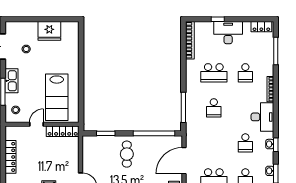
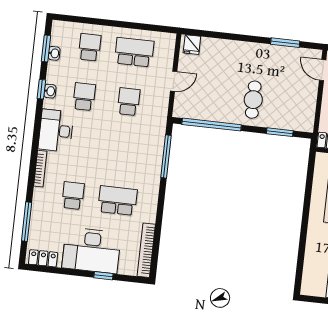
desk: (228, 33) -> (91, 250), width x1.36, depth x1.30
school desk: (214, 108) -> (129, 102), moved
door: (184, 161) -> (174, 81), width x0.53

